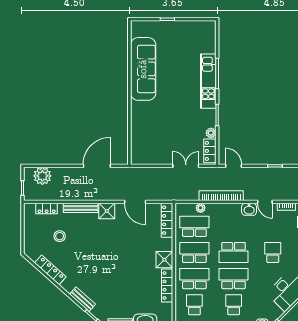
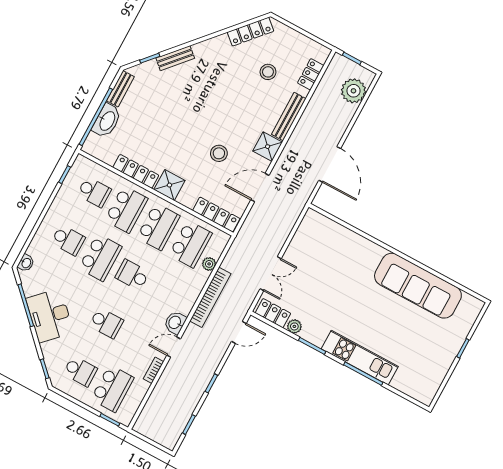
stool: (128, 239) -> (219, 153), added
school desk: (234, 252) -> (132, 275), width x0.54
locker: (50, 270) -> (251, 32), moved

